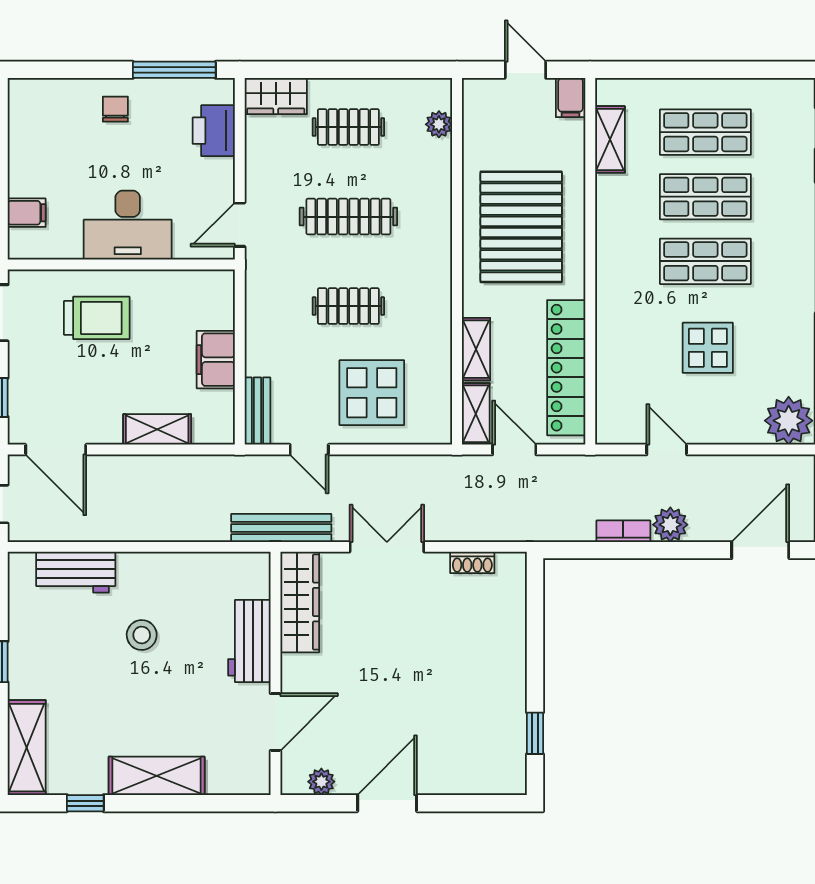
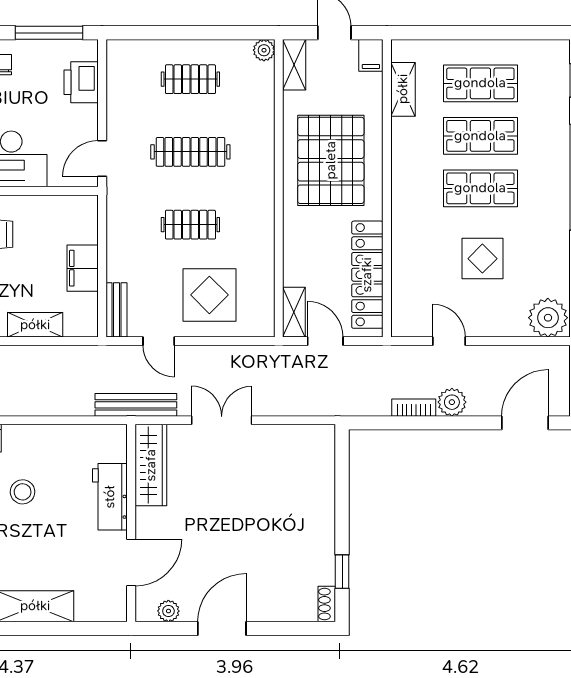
wardrobe: (276, 96) -> (131, 54), removed
plant: (439, 124) -> (264, 50), moved
shelving: (476, 349) -> (294, 65), moved
shoe rack: (472, 562) -> (327, 604), moved, turned 90

